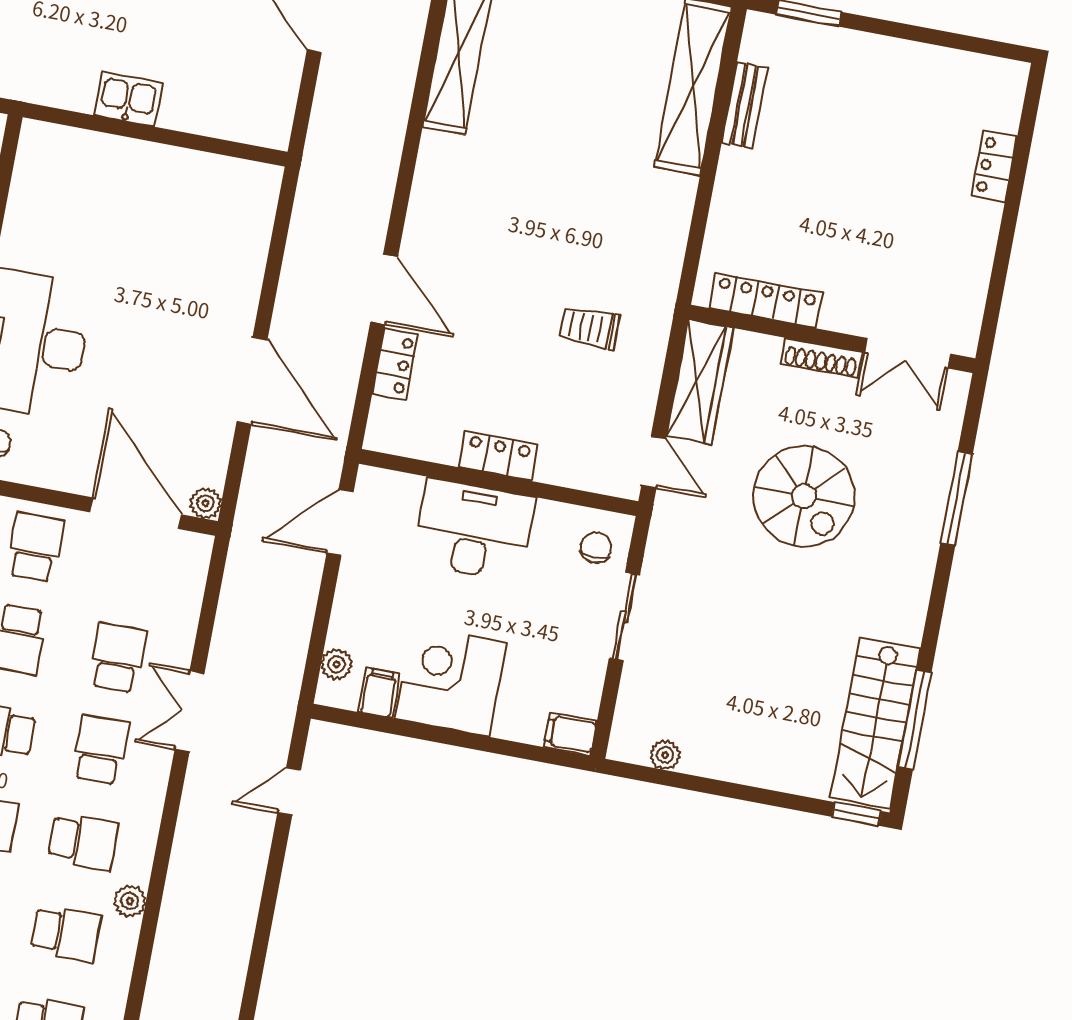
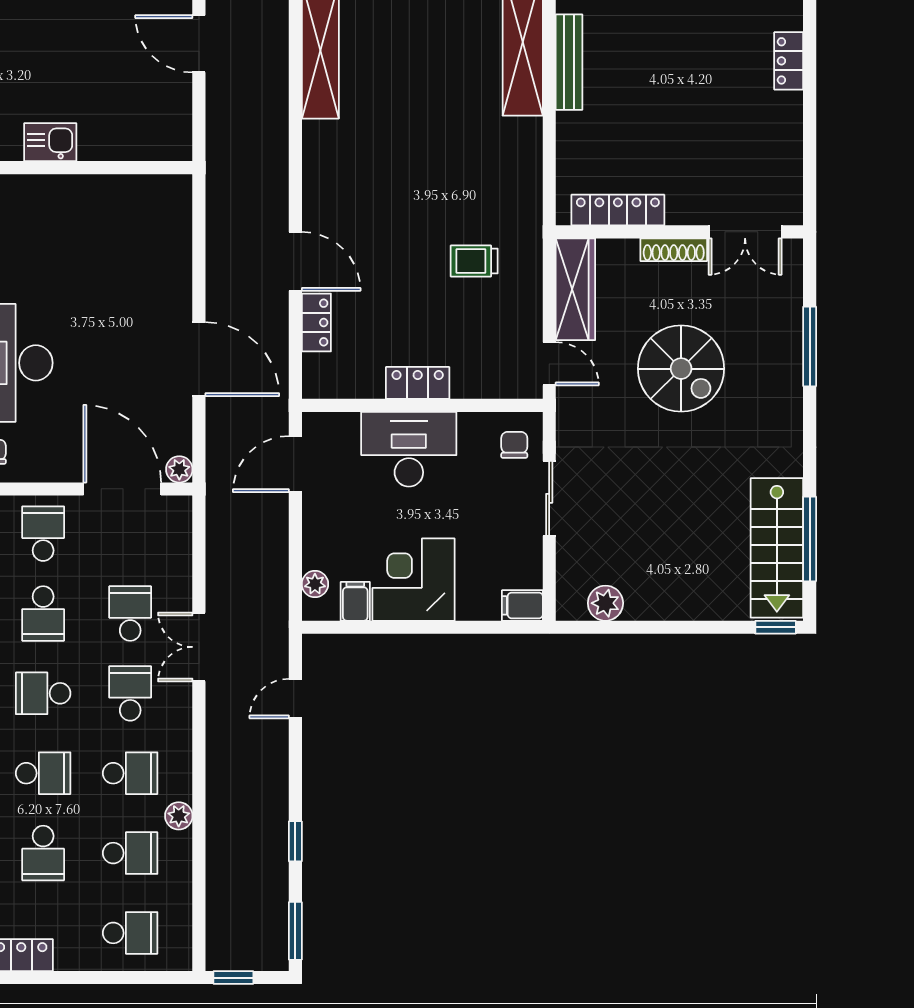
bench: (745, 105) -> (569, 62), width x1.36
plant: (665, 755) -> (605, 603), width x1.38, depth x1.38
window: (258, 956) -> (295, 841), added

